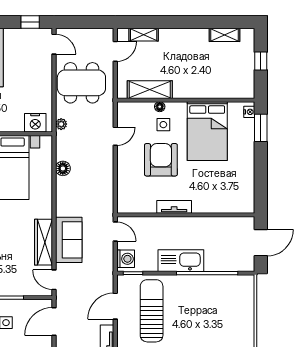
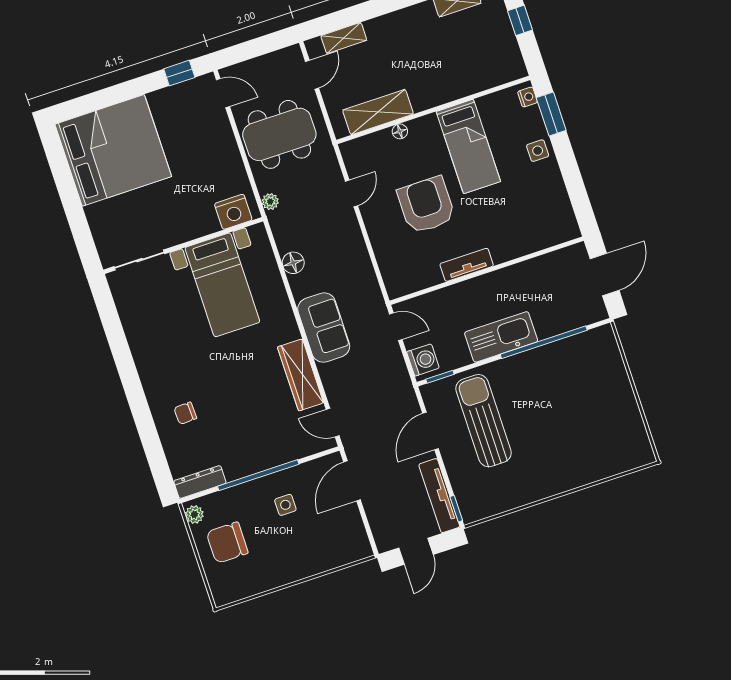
side table: (163, 125) -> (538, 151), moved
bed: (207, 131) -> (468, 146), width x0.67
sofa: (69, 240) -> (324, 328), moved

